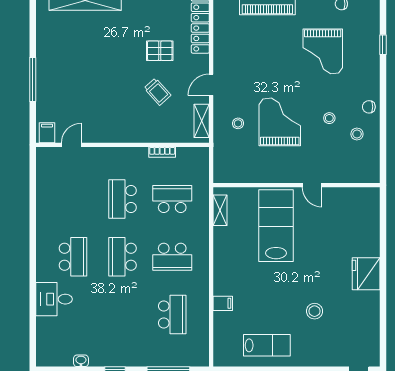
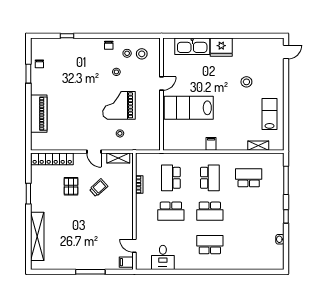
grand piano: (323, 51) -> (71, 76), removed
stool: (356, 156) -> (142, 54), added
shelving: (220, 210) -> (258, 146), moved
kitchen sink: (367, 231) -> (192, 46), added
desk: (54, 299) -> (163, 257), moved
filing cabinet: (223, 303) -> (211, 144), moved

